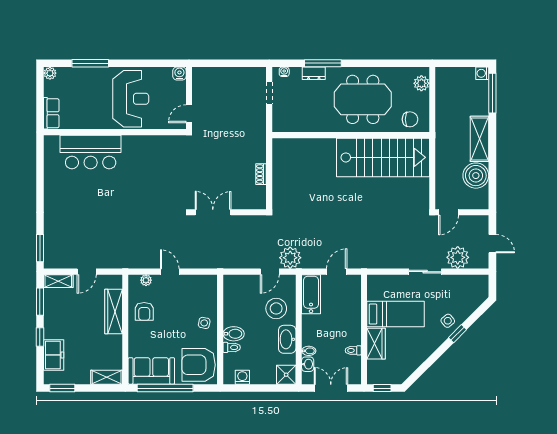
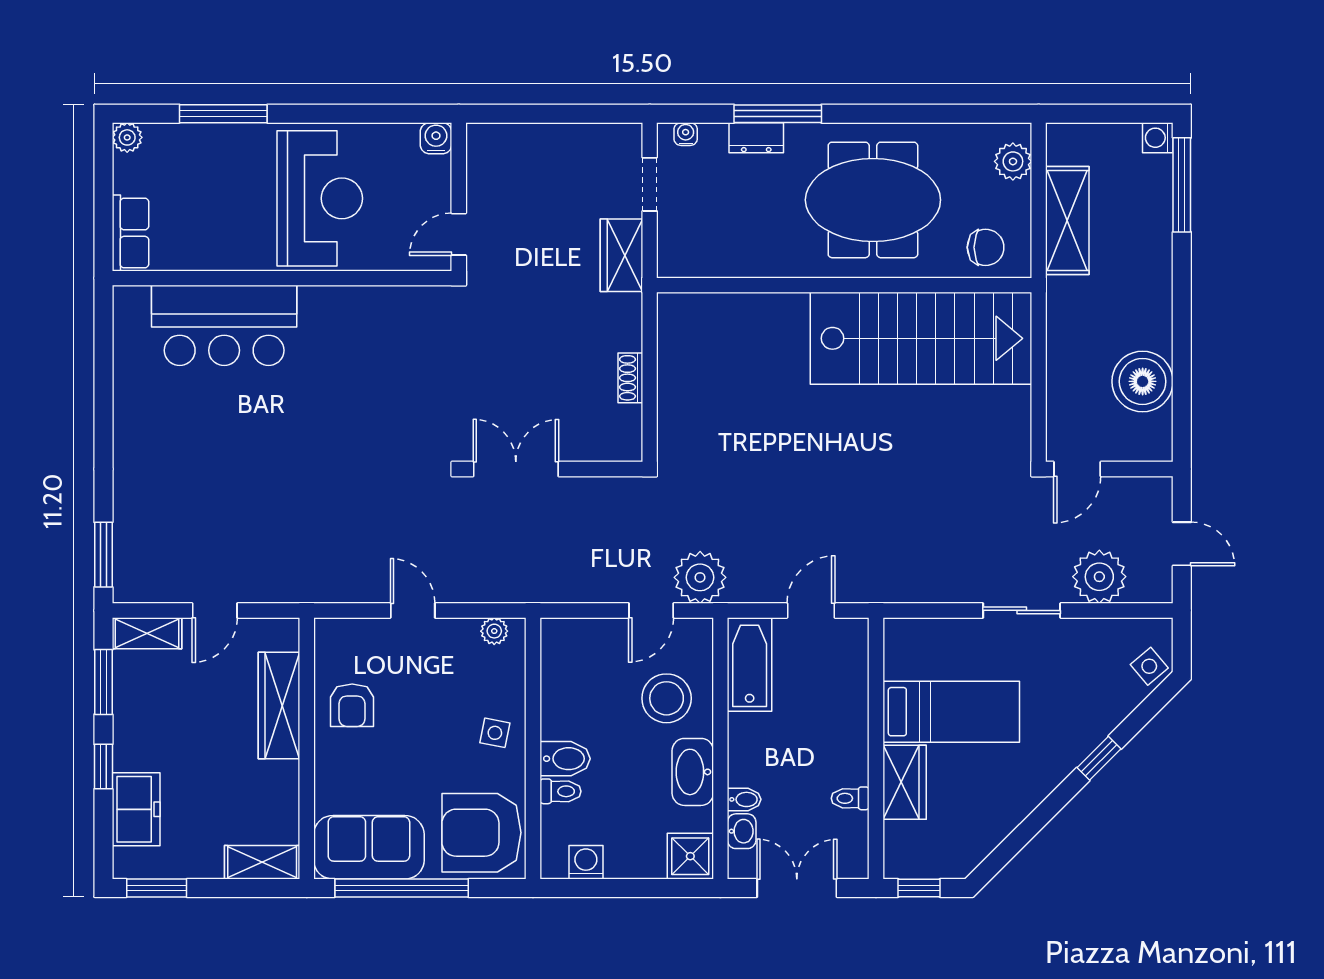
wardrobe: (257, 123) -> (622, 255), added
shelving: (480, 139) -> (1067, 220), moved
plant: (146, 280) -> (494, 631), moved
side table: (448, 321) -> (1149, 666), moved

